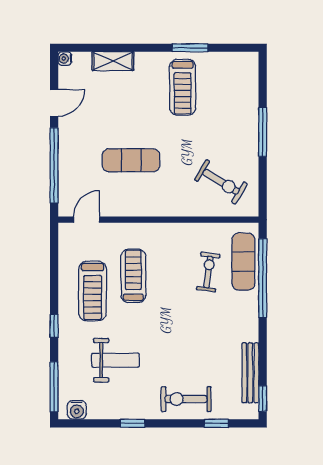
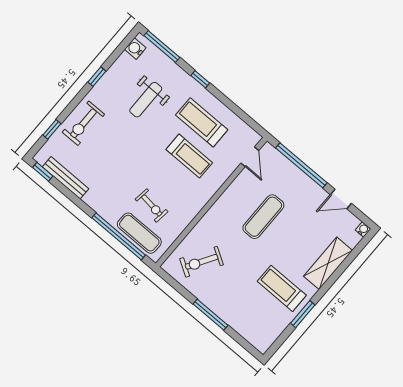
shelving: (113, 61) -> (328, 263), width x1.50, depth x1.33
door: (54, 103) -> (341, 199), hinge flipped
exercise bike: (186, 399) -> (83, 123), turned 180

